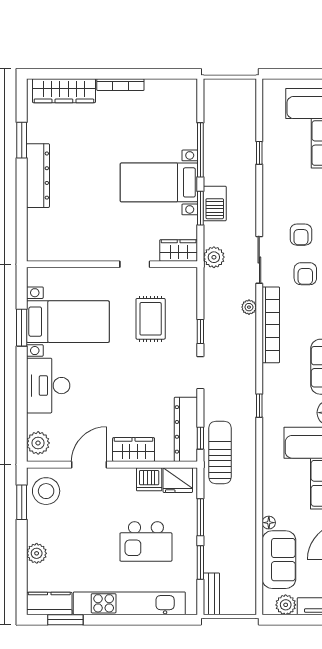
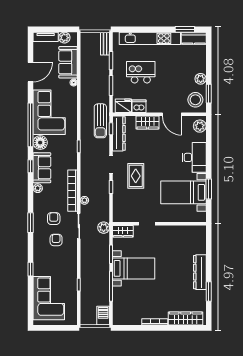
barbecue: (215, 203) -> (103, 316), moved
rug: (151, 319) -> (136, 176), moved
door: (89, 465) -> (172, 114), hinge flipped
plant: (37, 553) -> (201, 79), moved

